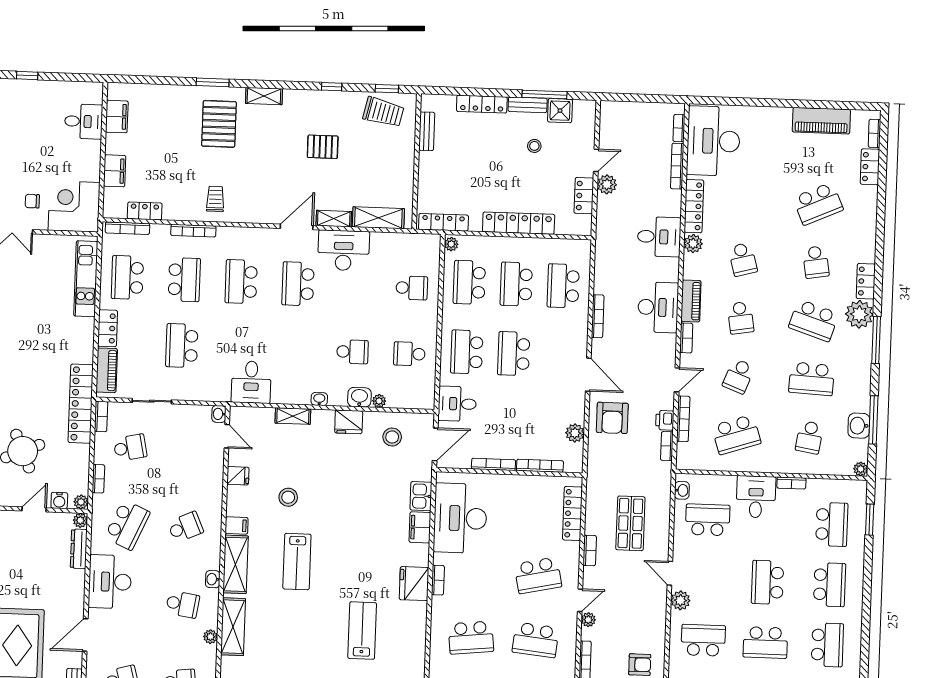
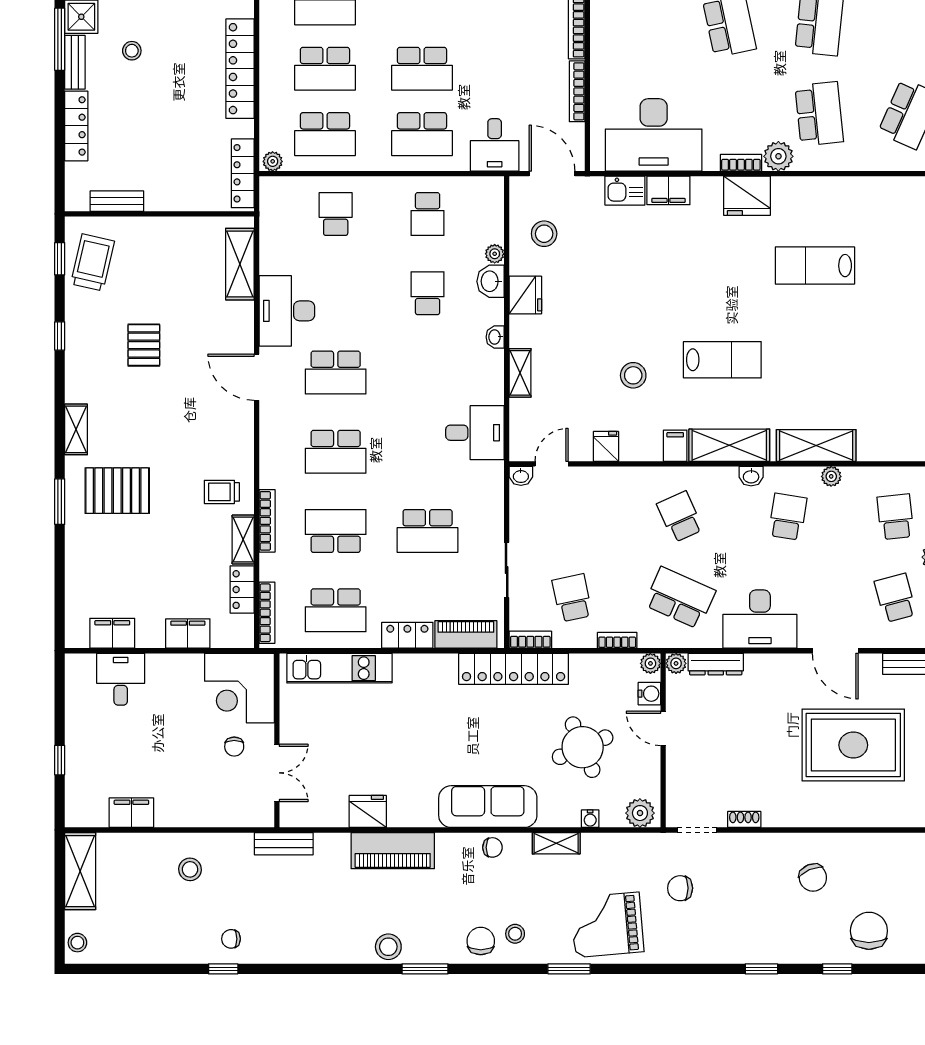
shelving: (334, 219) -> (243, 539), moved
plant: (442, 607) -> (778, 156), added

